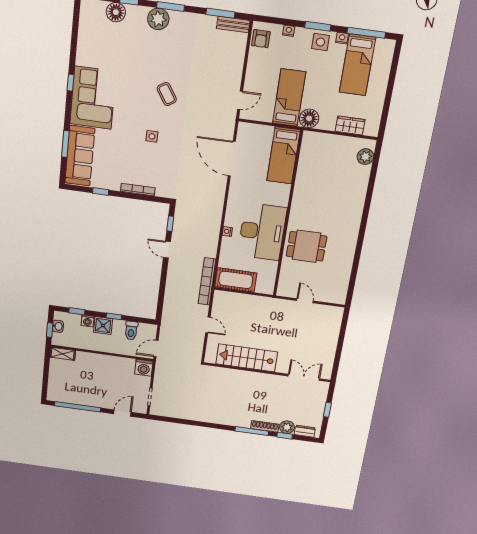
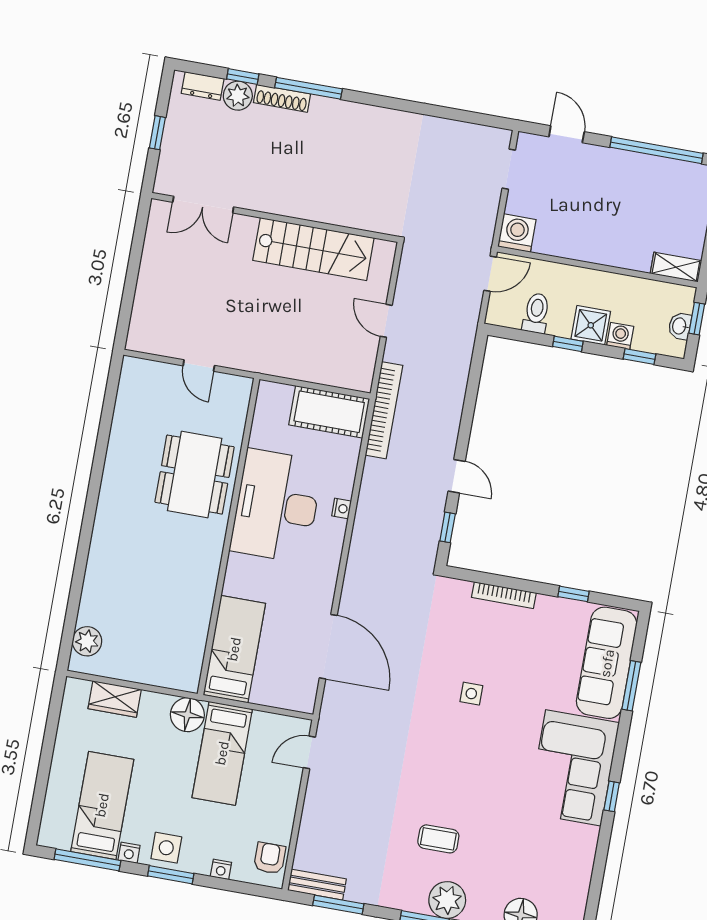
coffee table: (167, 94) -> (438, 839), moved, turned -57
dining table: (307, 246) -> (195, 475), width x1.38
door: (122, 413) -> (567, 134), swing flipped

